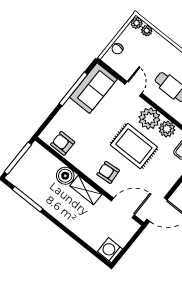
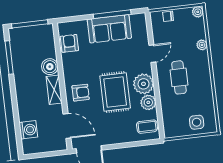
plant: (147, 31) -> (202, 45), moved
sofa: (93, 88) -> (109, 29), moved
armchair: (108, 172) -> (81, 93), turned 95
washing machine: (110, 250) -> (28, 130), moved, turned 90

